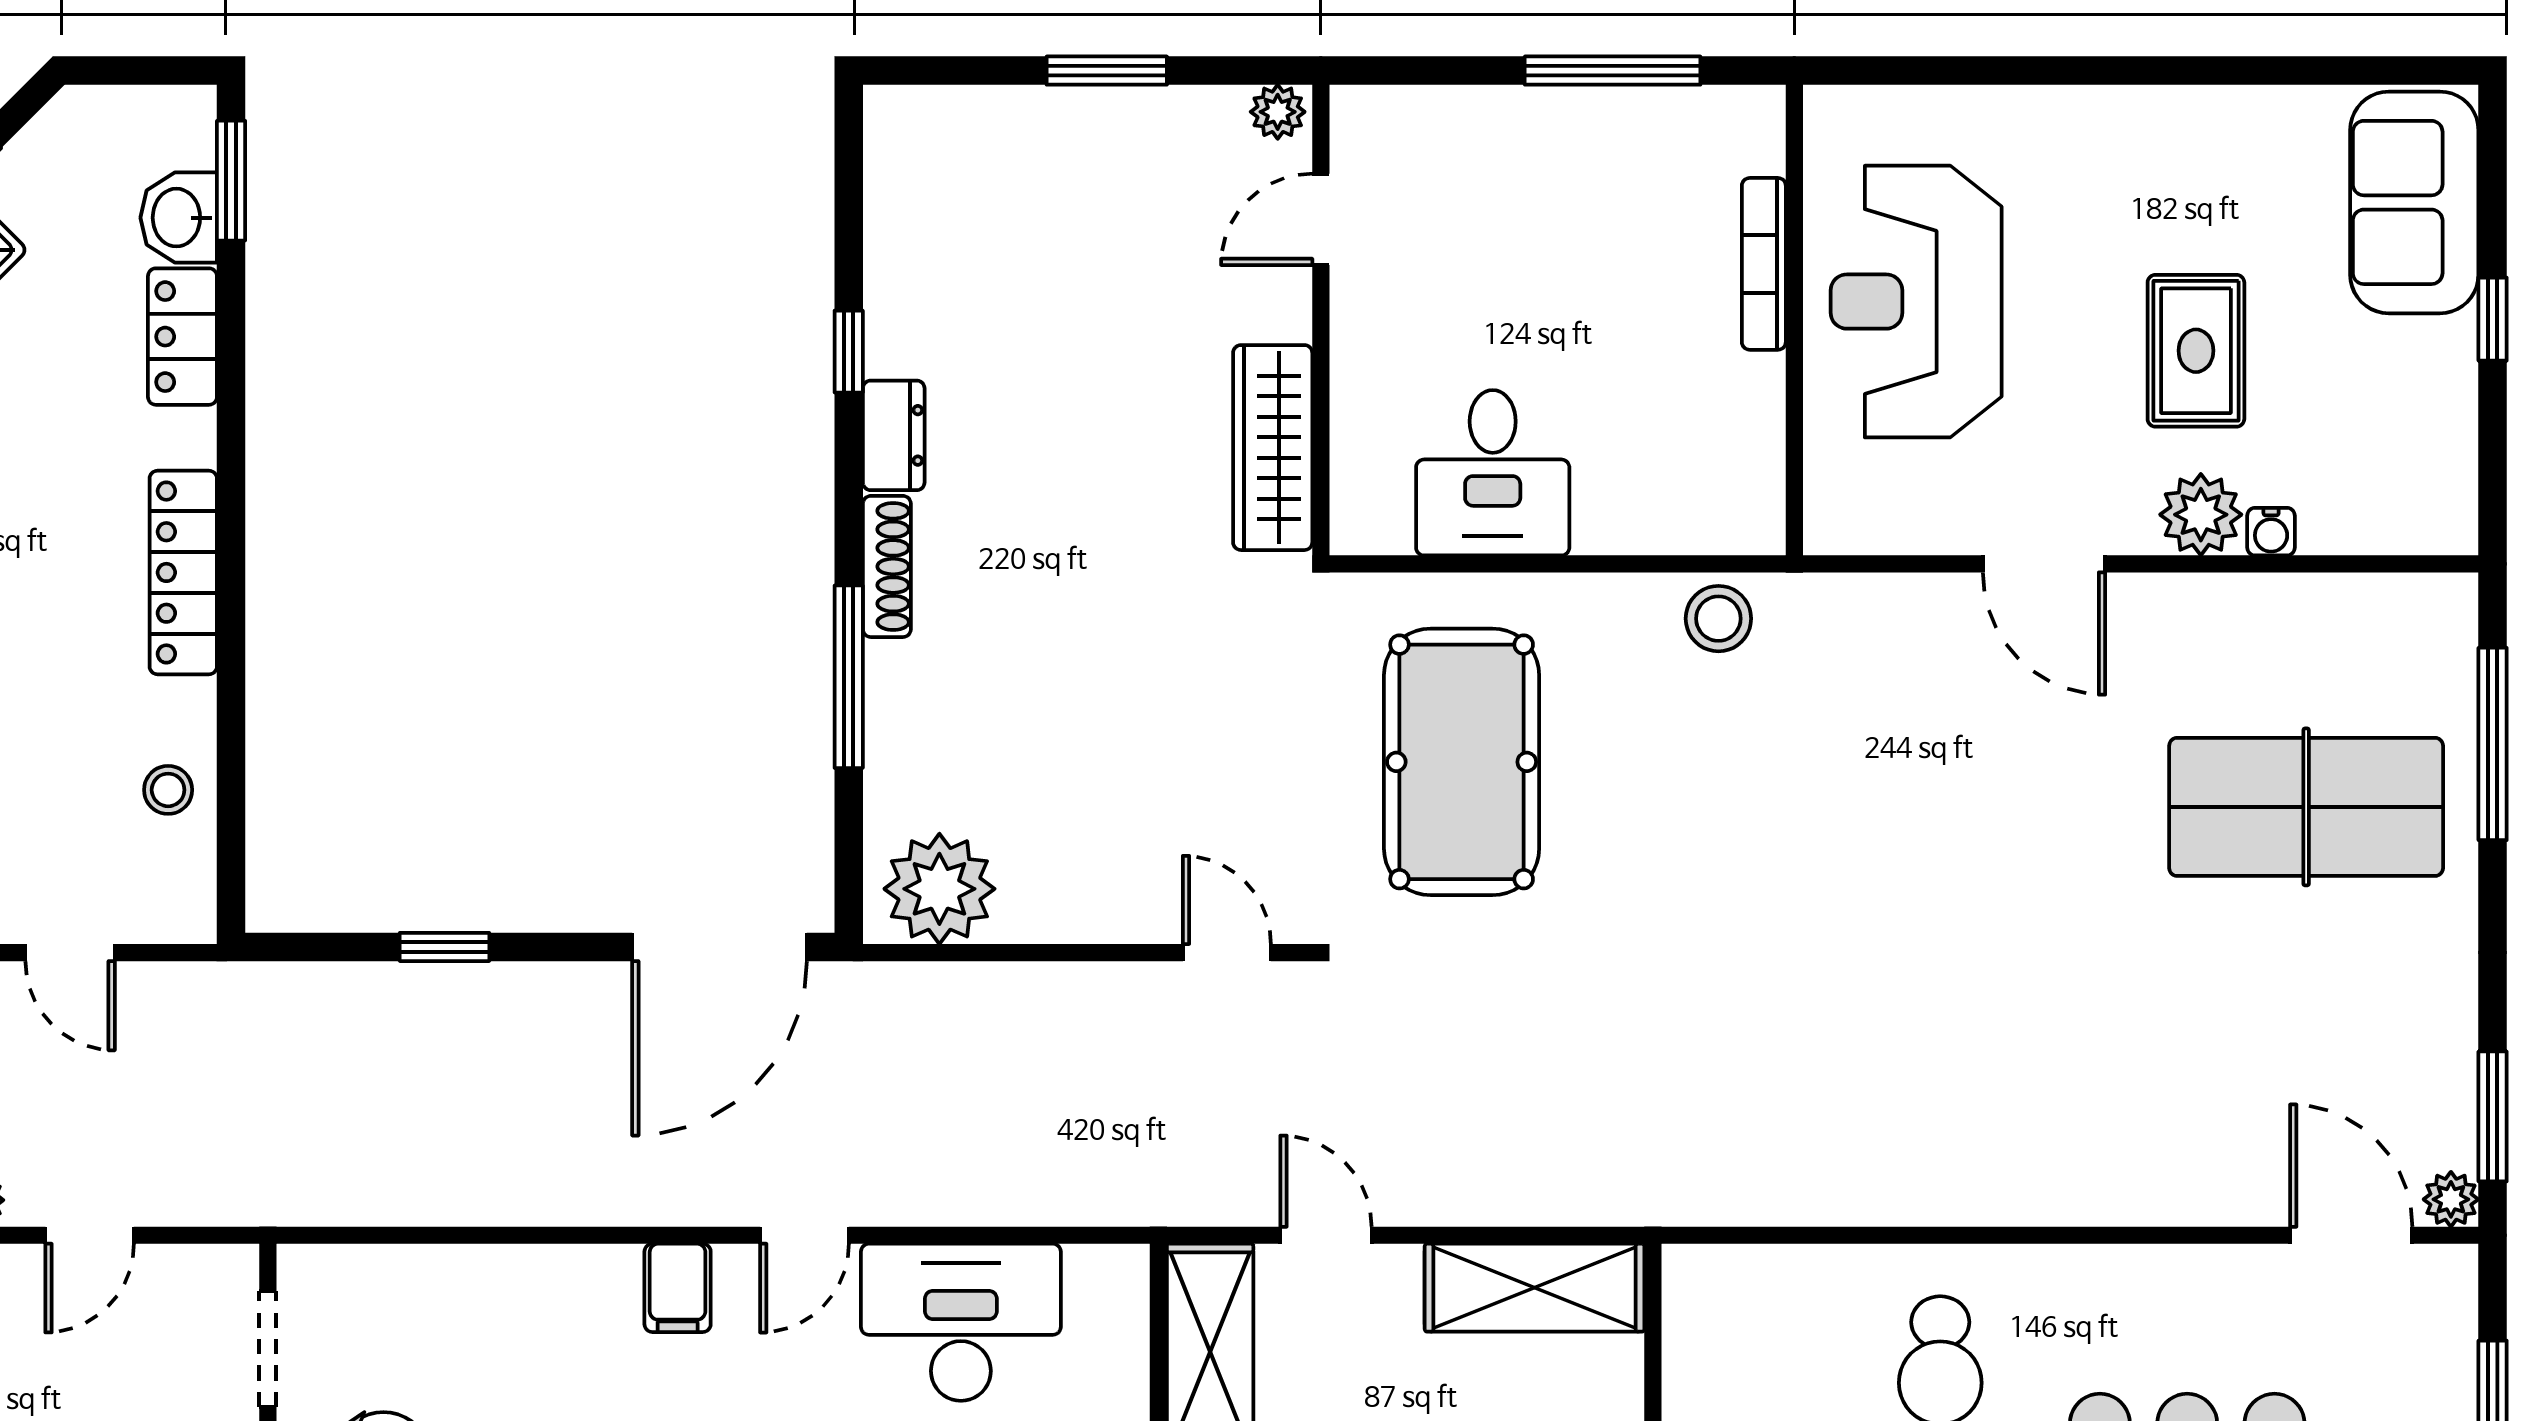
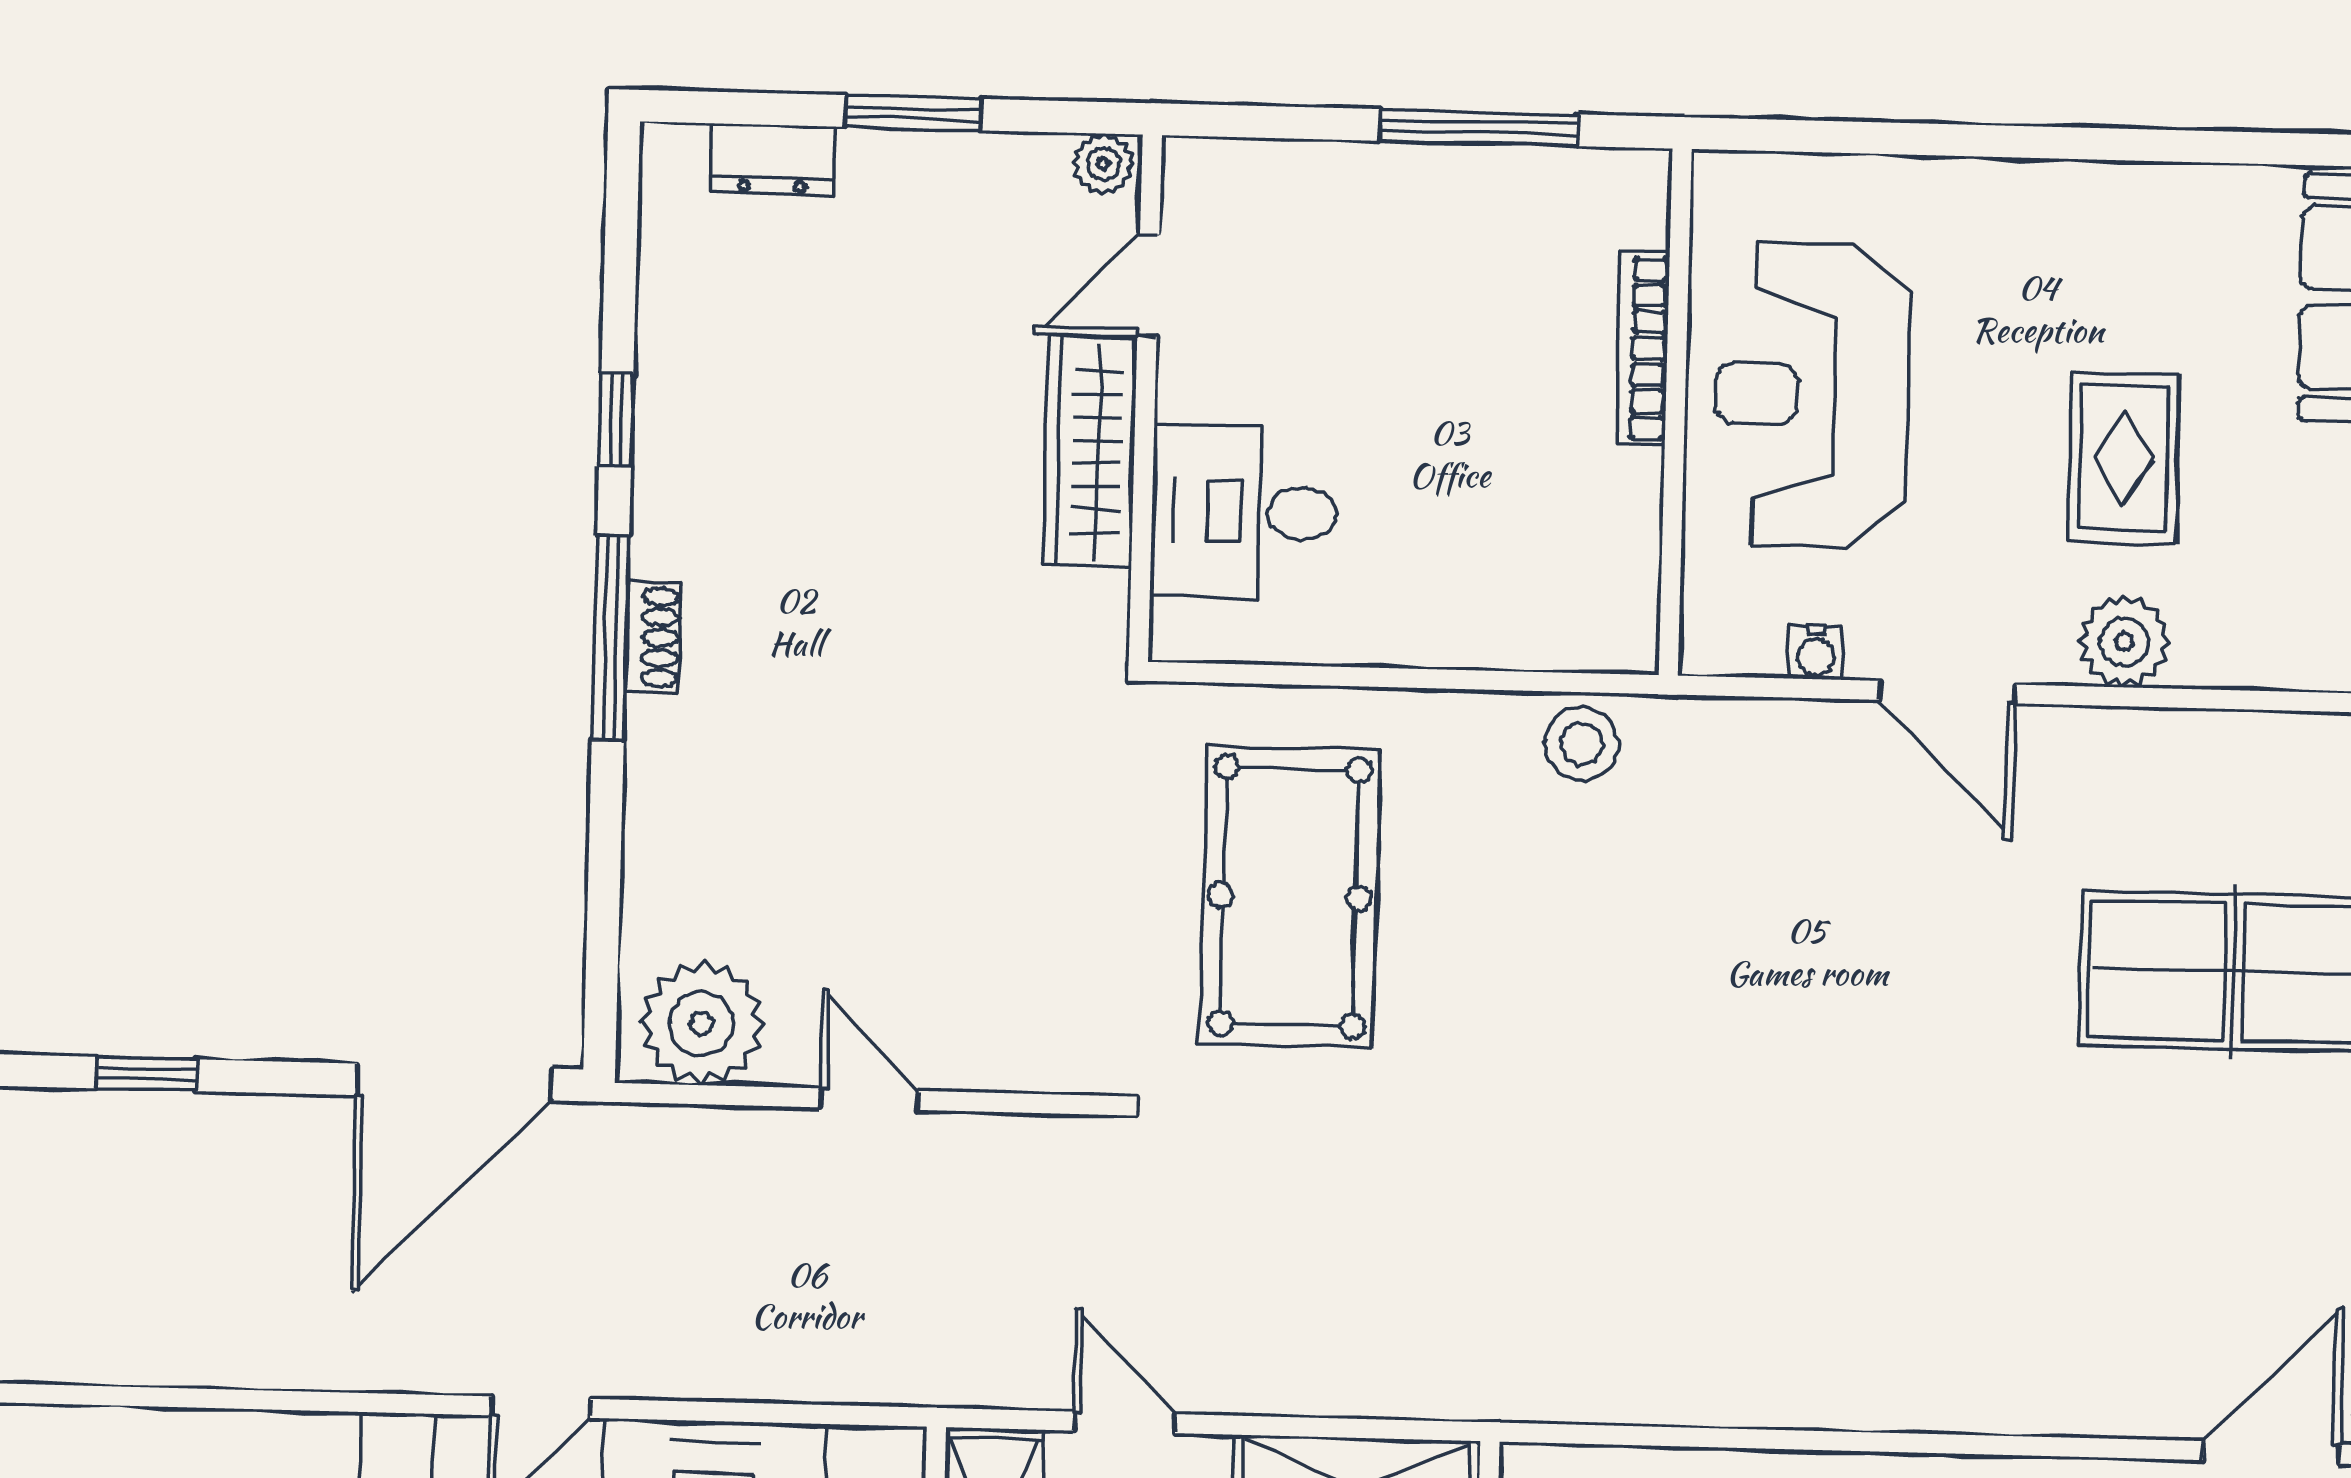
dresser: (894, 435) -> (773, 160), moved, turned 90
wardrobe: (1273, 448) -> (1090, 452), moved
desk: (1493, 473) -> (1244, 512), moved, turned 90
water cooler: (2271, 532) -> (1816, 653), moved
shoe rack: (887, 566) -> (653, 638), width x0.70
window: (849, 677) -> (610, 638), moved
door: (1227, 953) -> (869, 1099), moved
door: (2351, 1235) -> (2271, 1452), hinge flipped

